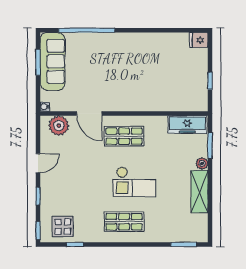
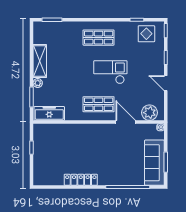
locker: (147, 40) -> (81, 180), added
fridge: (199, 40) -> (40, 179), removed
door: (38, 163) -> (166, 83), hinge flipped
checkout: (134, 182) -> (110, 72), moved

